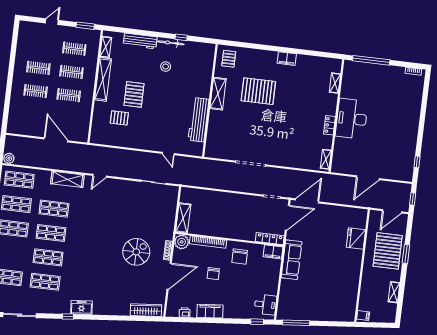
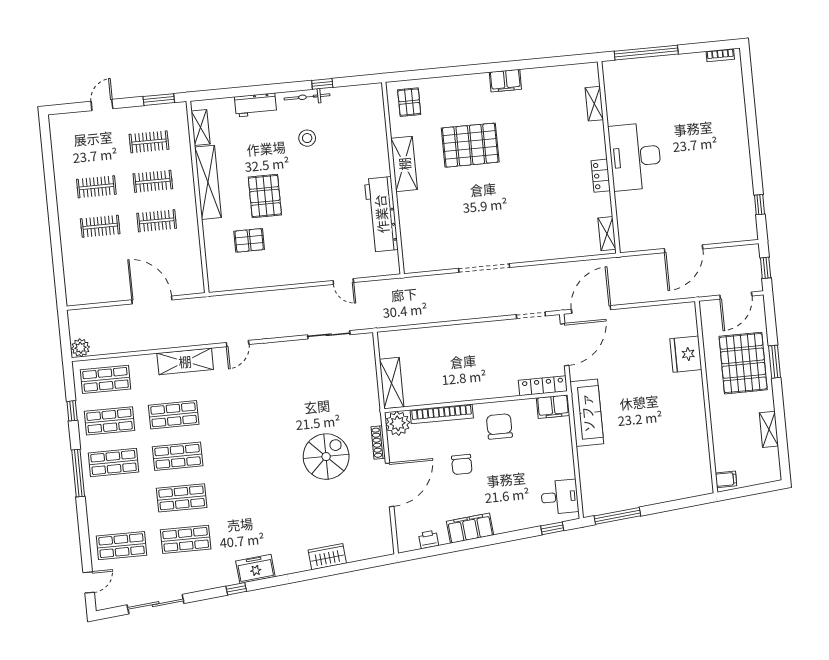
workbench: (140, 41) -> (256, 105), width x0.73
chair: (240, 256) -> (499, 426), turned 180
wardrobe: (146, 310) -> (327, 557), moved, width x0.67

